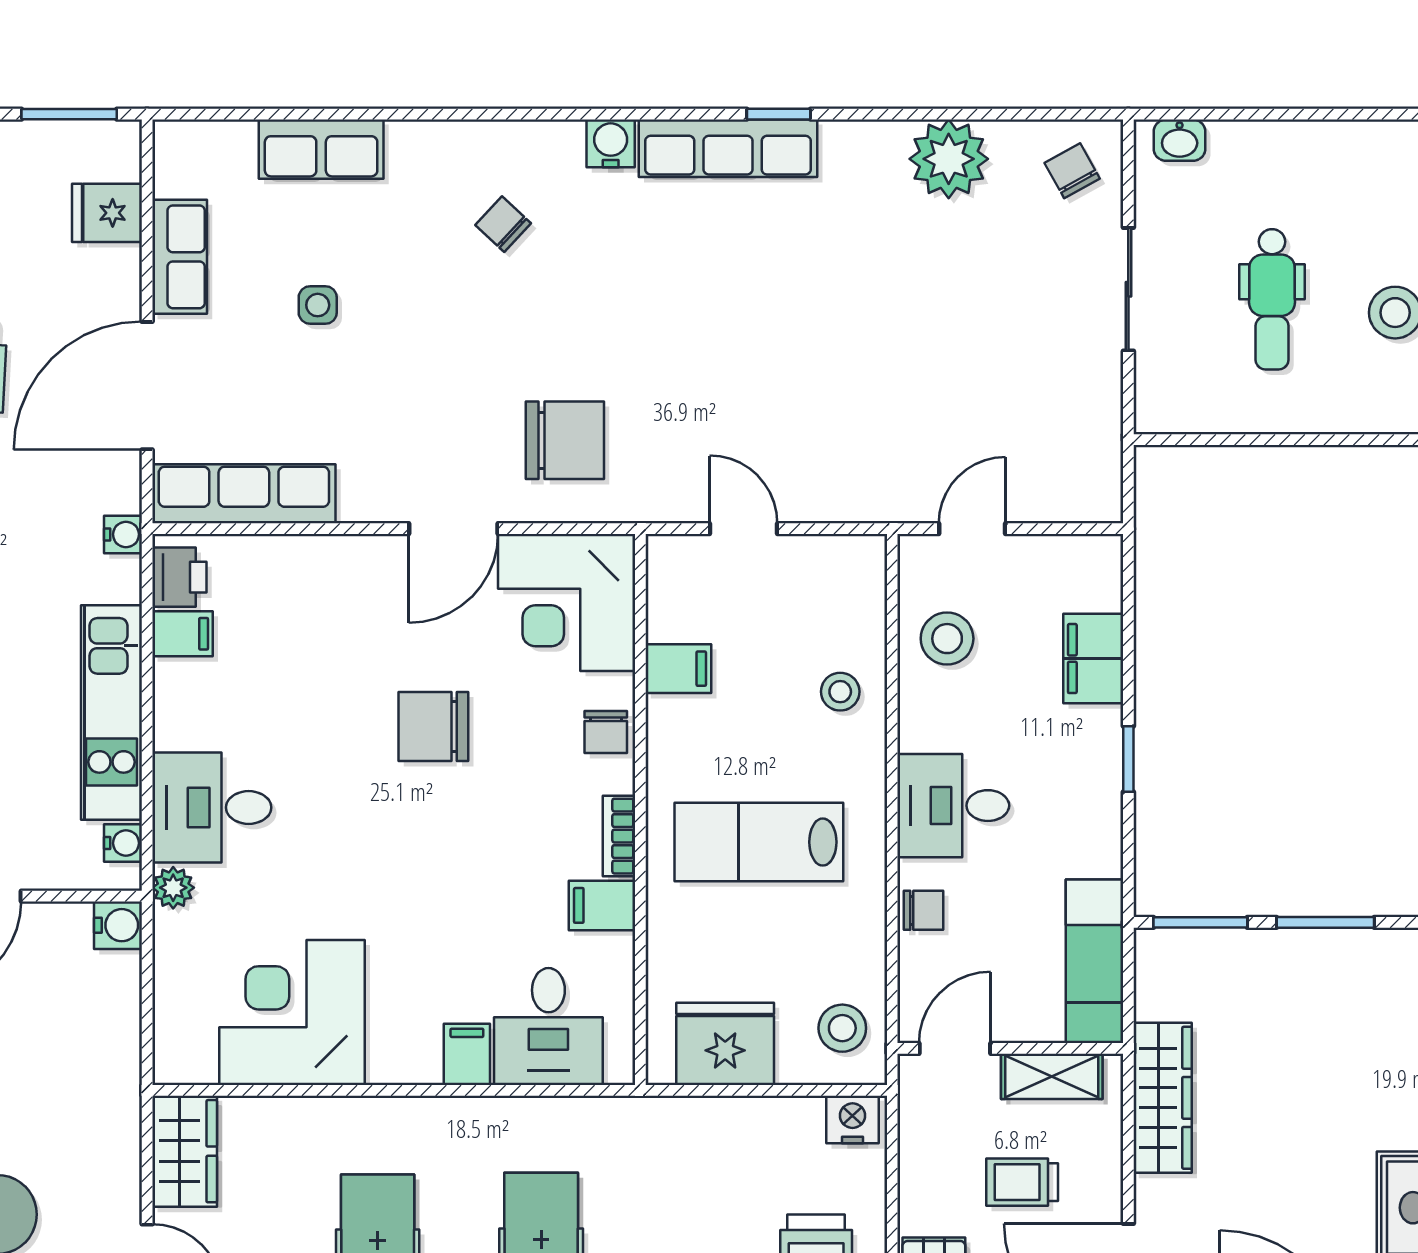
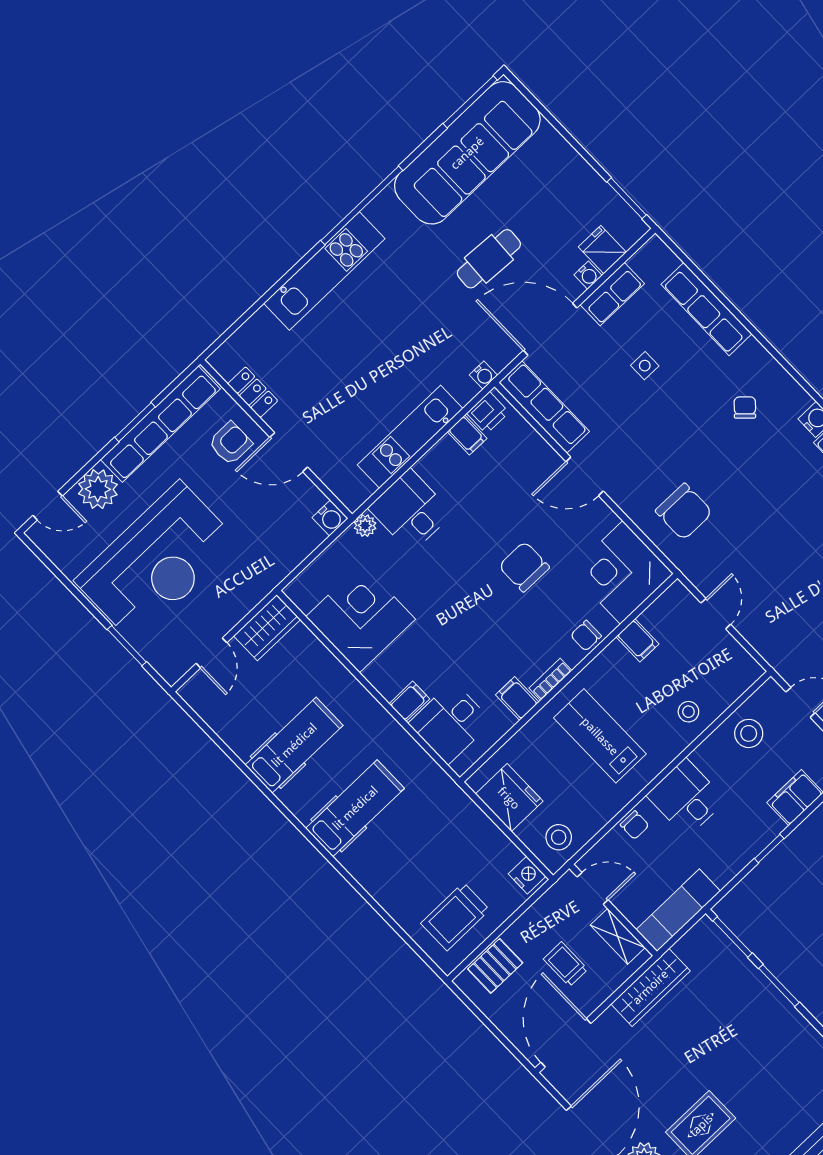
row of seats: (321, 149) -> (706, 309), width x1.48
door: (453, 529) -> (585, 476), moved
water cooler: (123, 843) -> (588, 275), moved

